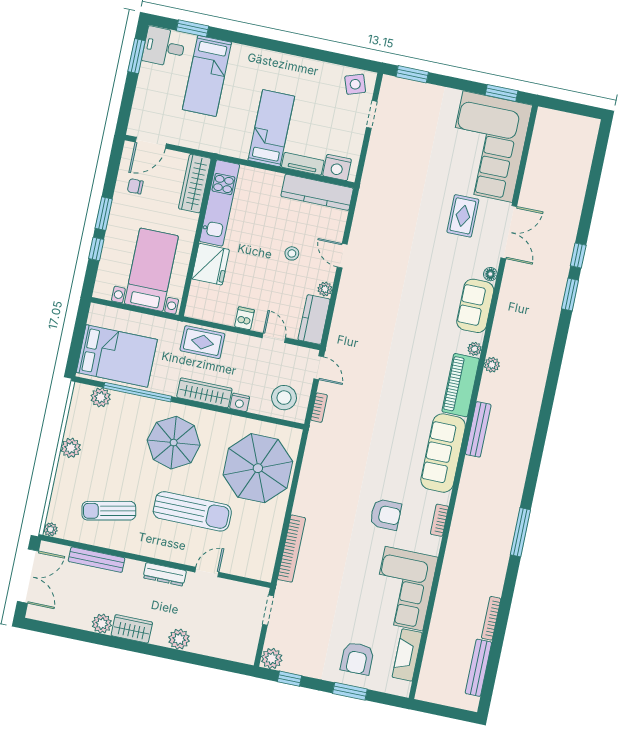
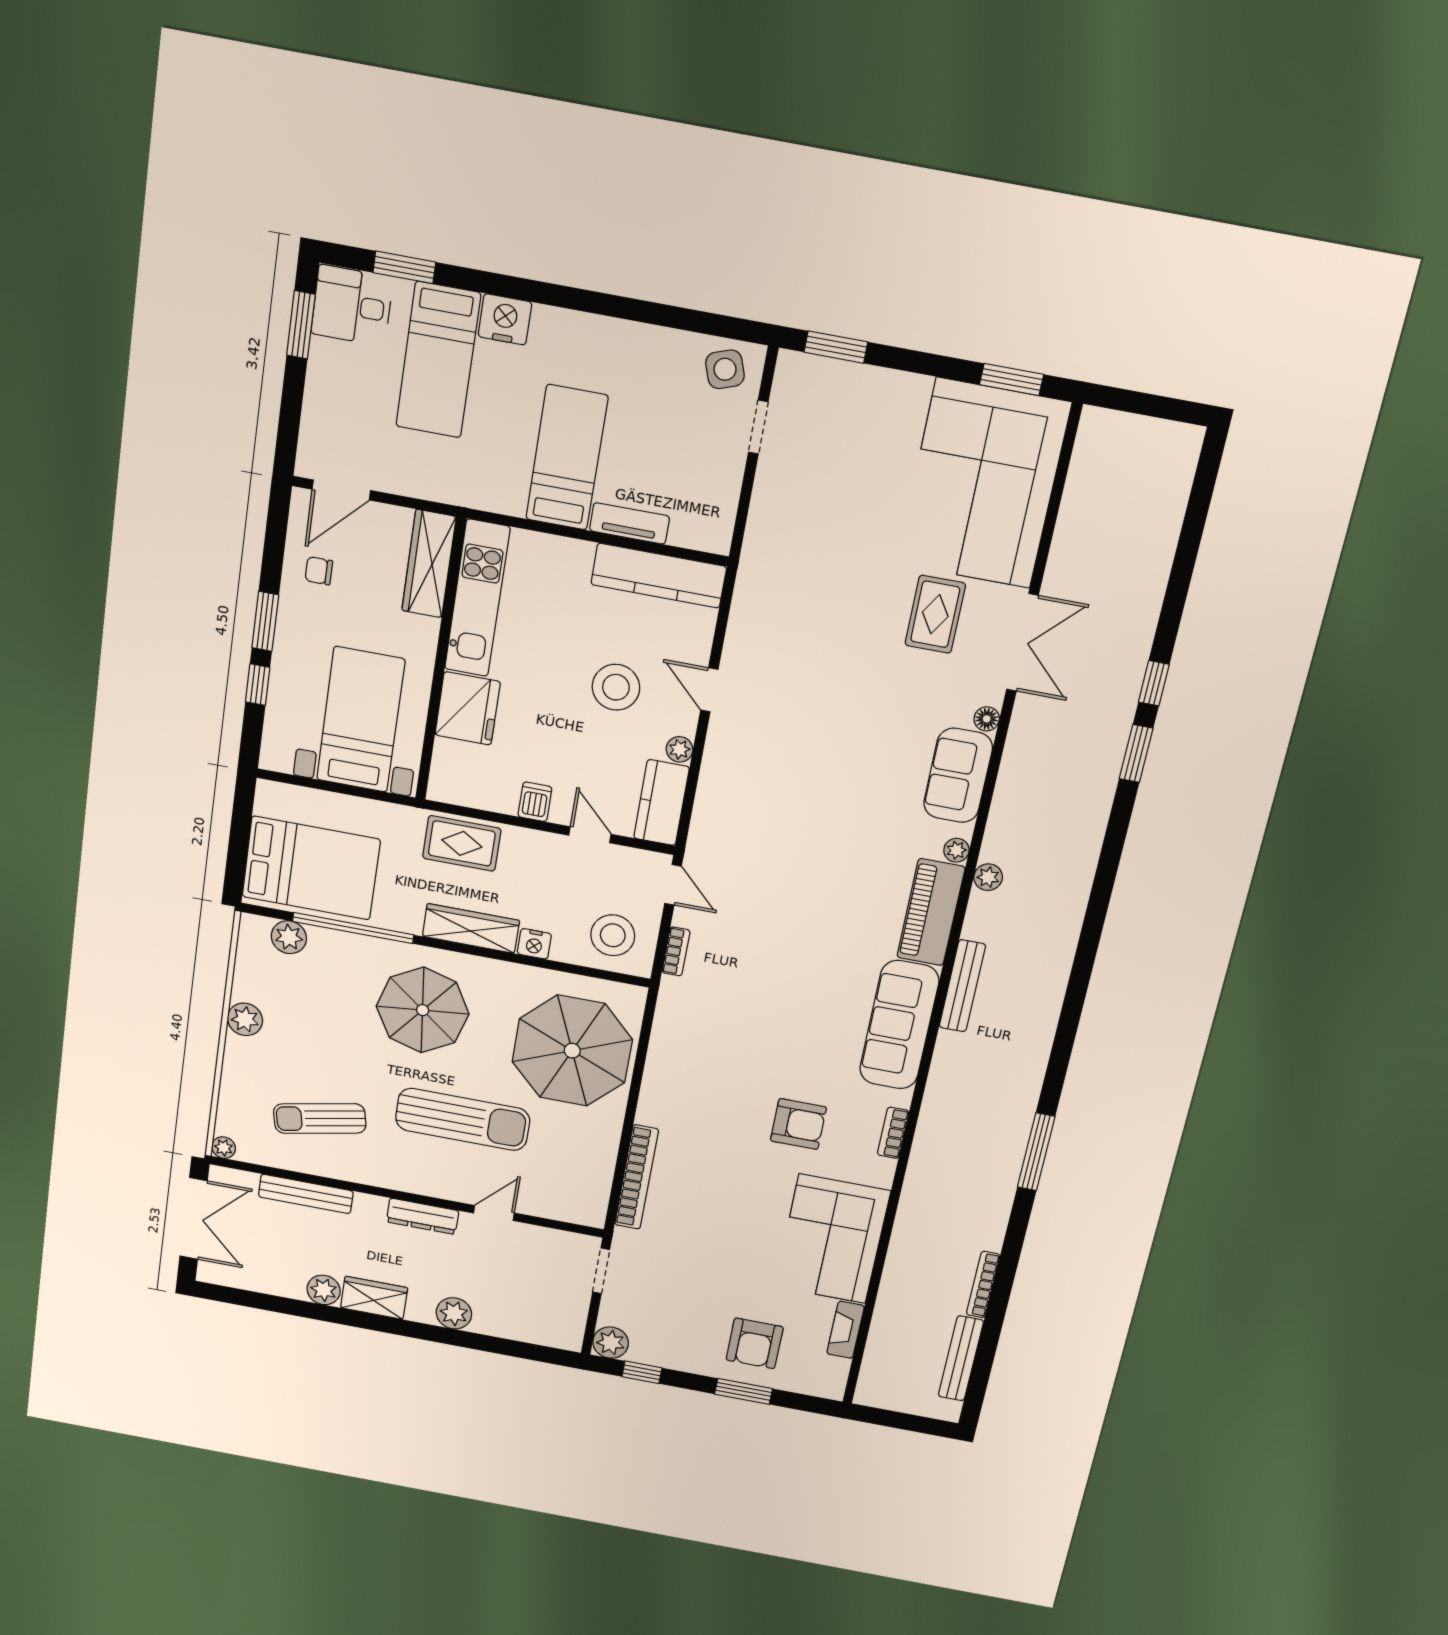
nightstand: (337, 167) -> (505, 319), moved, turned 180
stool: (292, 253) -> (616, 687), width x1.89, depth x1.89
fireplace: (407, 655) -> (846, 1330), width x0.73, depth x0.76

